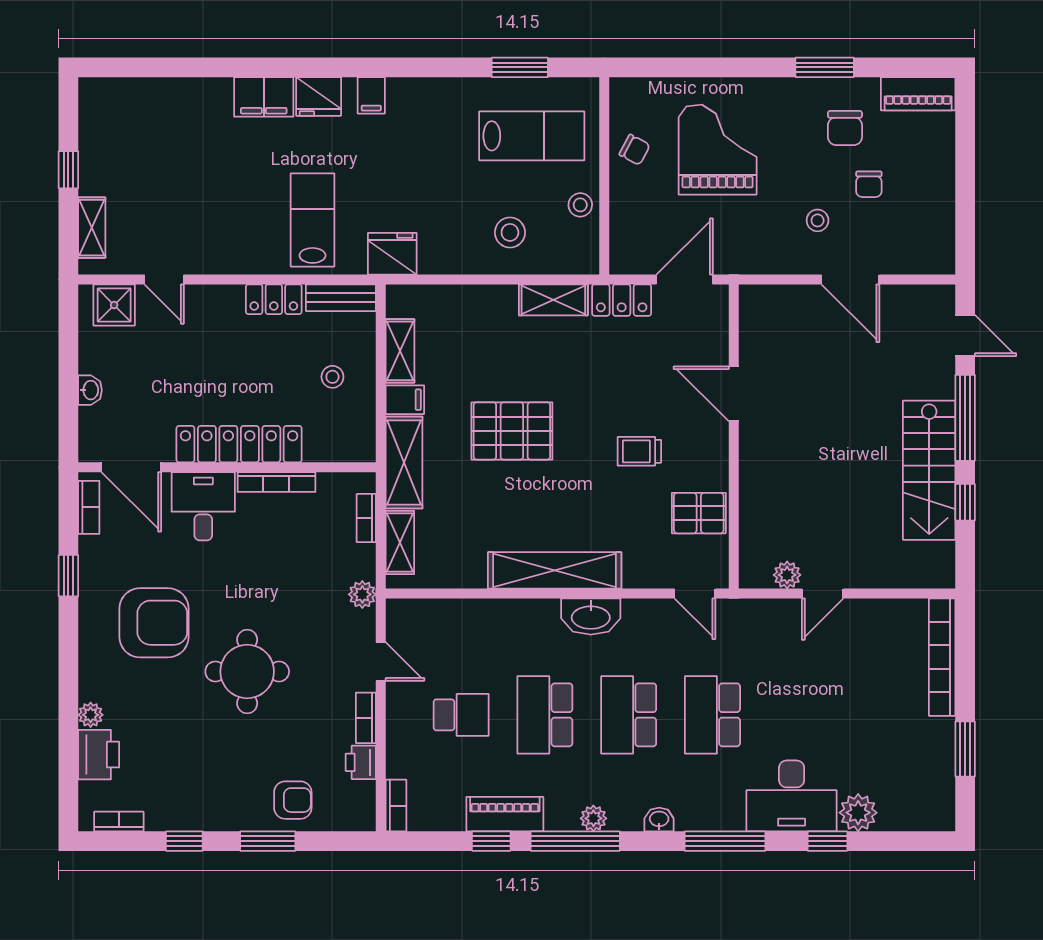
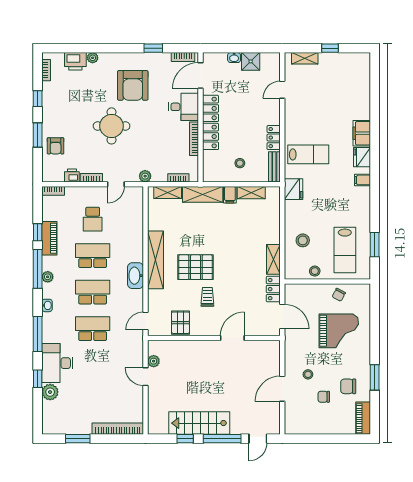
shower: (114, 305) -> (251, 61), moved
pallet: (512, 431) -> (195, 267), moved, turned 90

